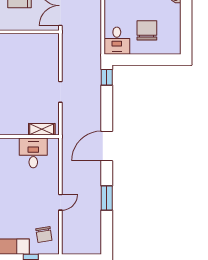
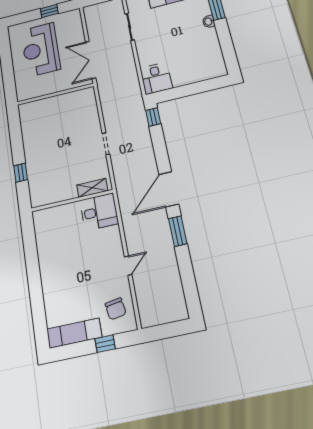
chair: (147, 30) -> (186, 61), removed
desk: (33, 153) -> (99, 212), moved, turned 90
window: (107, 198) -> (178, 231), moved

